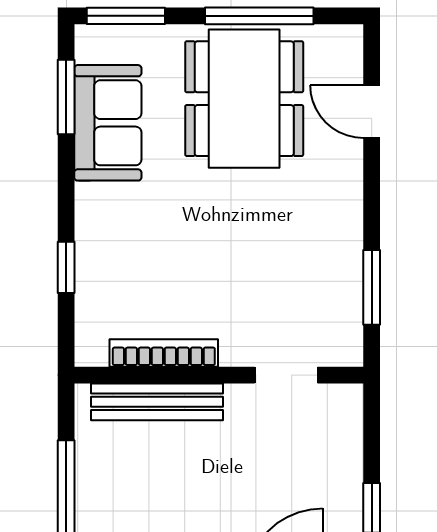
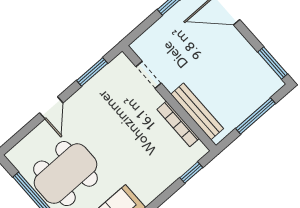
door: (372, 112) -> (51, 108), moved
window: (66, 267) -> (191, 173), moved

